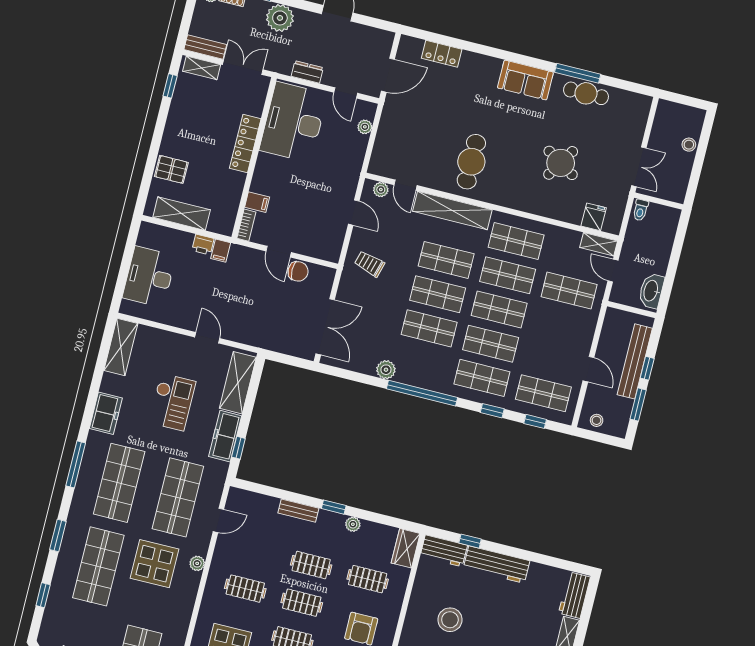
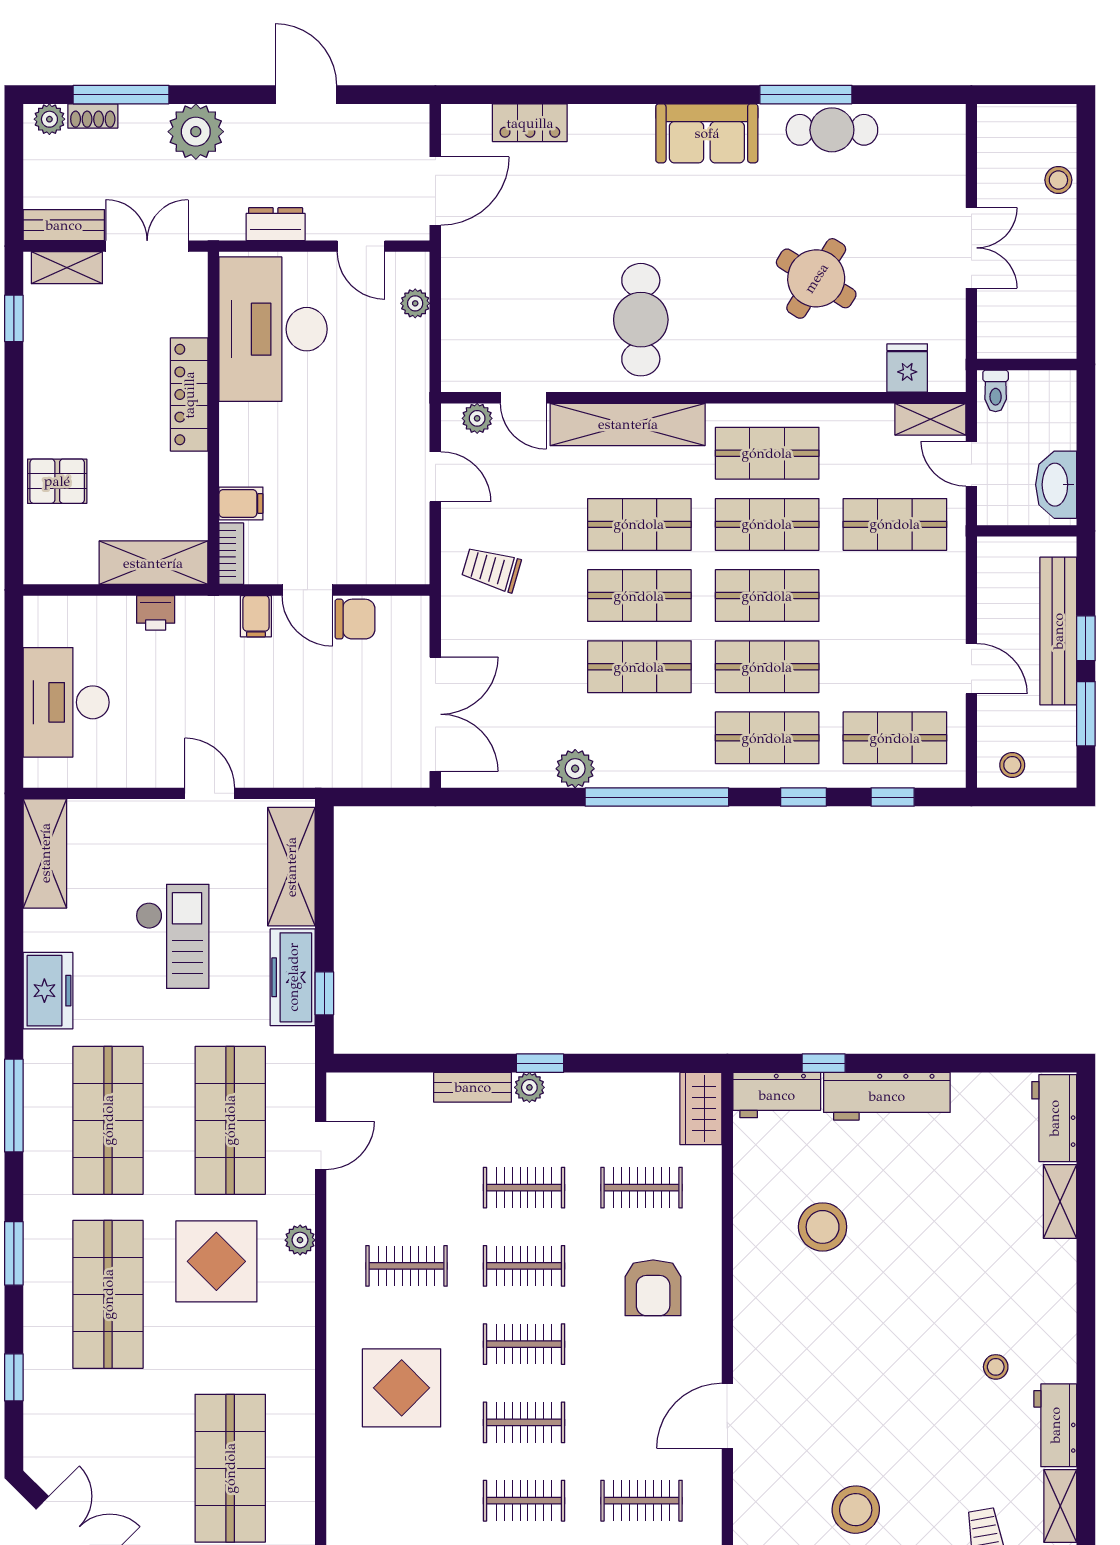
wall: (659, 201) -> (1027, 364), moved
toilet: (640, 210) -> (996, 391), moved
shelving: (182, 214) -> (153, 563), moved
filing cabinet: (221, 251) -> (256, 616), moved
plant: (353, 524) -> (529, 1087), moved

